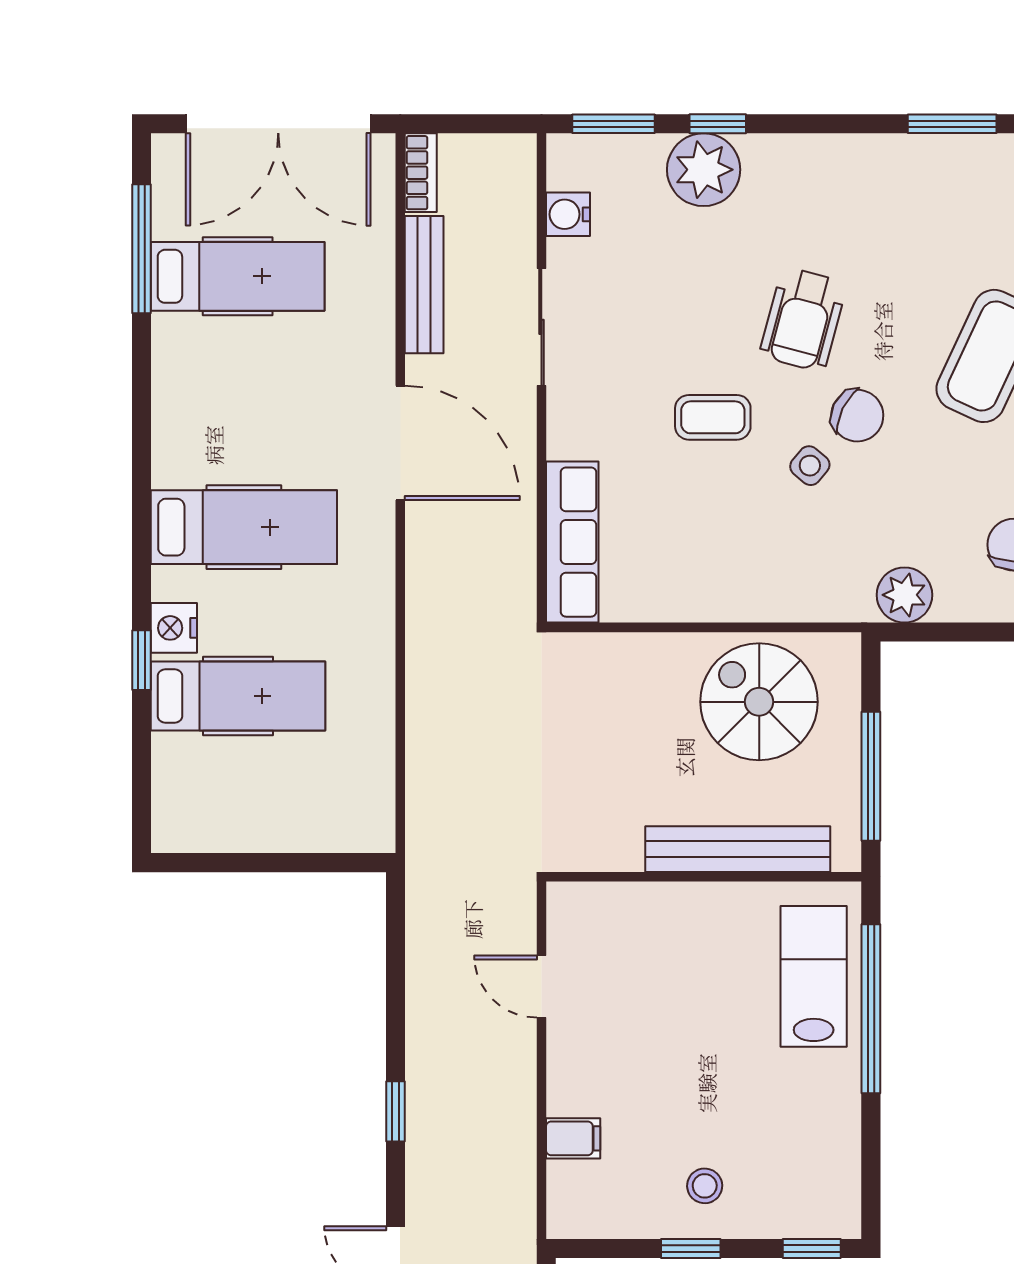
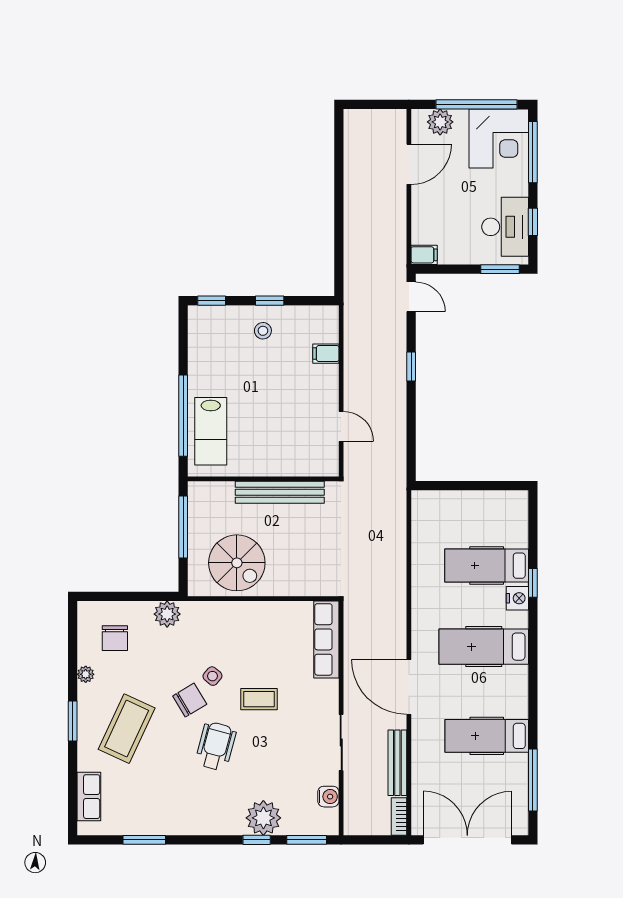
hospital bed: (238, 276) -> (487, 736), moved
chair: (857, 416) -> (190, 700), turned 123
bench: (738, 849) -> (280, 492), moved

